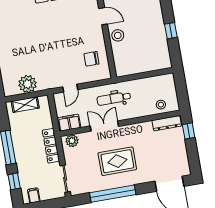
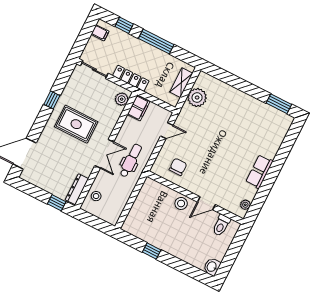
door: (70, 88) -> (167, 131), swing flipped
double door: (104, 126) -> (104, 154), moved
rug: (117, 161) -> (76, 124), turned 90
window: (113, 194) -> (52, 100), width x0.32

